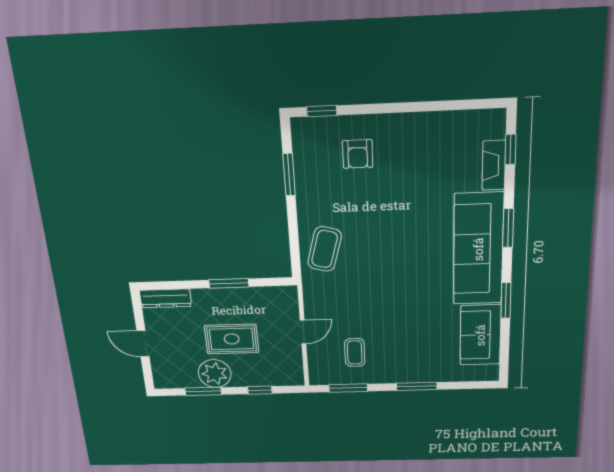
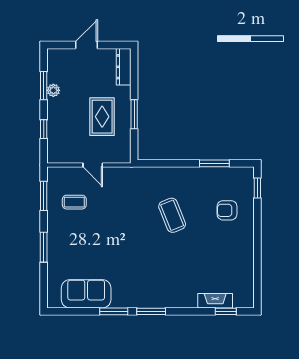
window: (508, 228) -> (151, 311), moved
coffee table: (325, 249) -> (172, 215), moved, turned 53
sofa: (478, 249) -> (154, 291), removed
rug: (232, 339) -> (102, 117), moved
plant: (215, 374) -> (53, 90), width x0.53, depth x0.53

